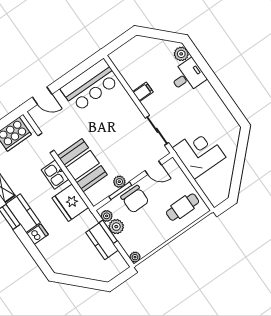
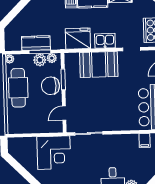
filing cabinet: (143, 92) -> (145, 141), moved
plant: (119, 182) -> (70, 83), removed
cafe table: (183, 207) -> (18, 88), moved, width x1.37, depth x1.35

